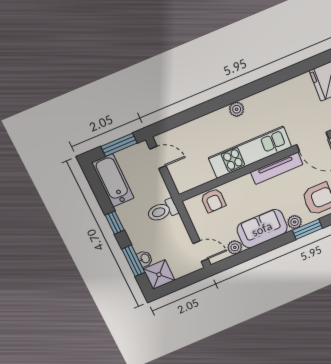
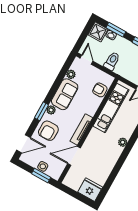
kitchen unit: (250, 152) -> (111, 108), moved
toilet: (162, 211) -> (112, 61), moved
door: (201, 251) -> (86, 60), swing flipped

